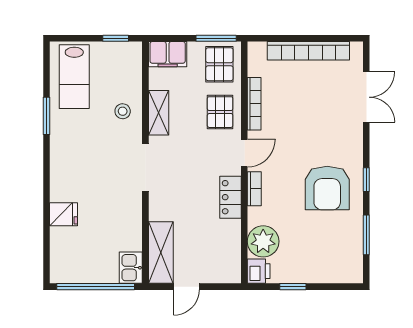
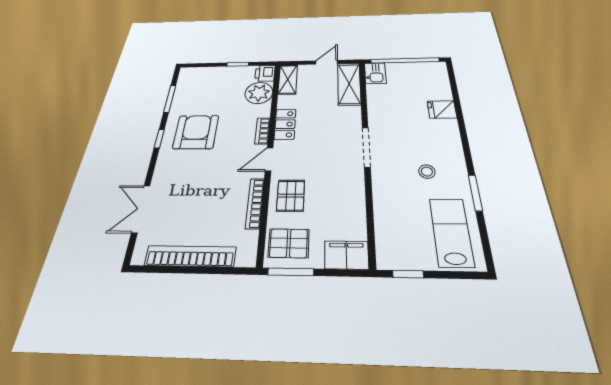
pallet: (219, 64) -> (289, 243), turned 90
stool: (123, 111) -> (427, 172), moved
shelving: (159, 113) -> (288, 79), moved

